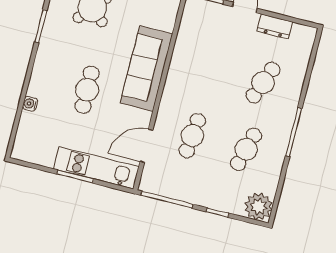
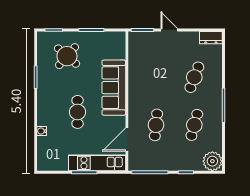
dresser: (275, 26) -> (211, 38), moved

